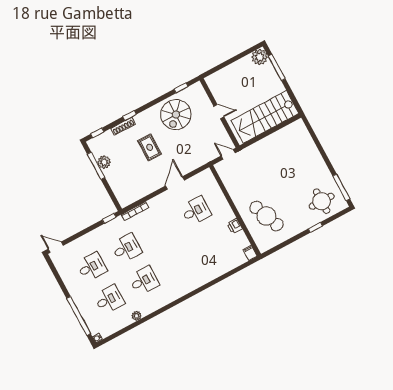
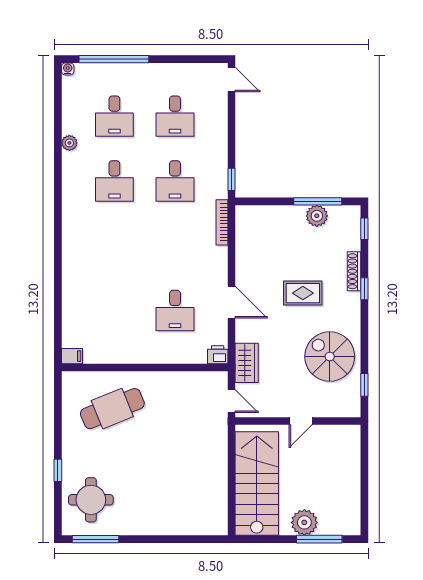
plant: (260, 57) -> (304, 522), moved
door: (228, 154) -> (231, 401), hinge flipped
wardrobe: (203, 157) -> (247, 363), added
printer: (235, 226) -> (218, 355), moved
door: (56, 247) -> (231, 79), hinge flipped

